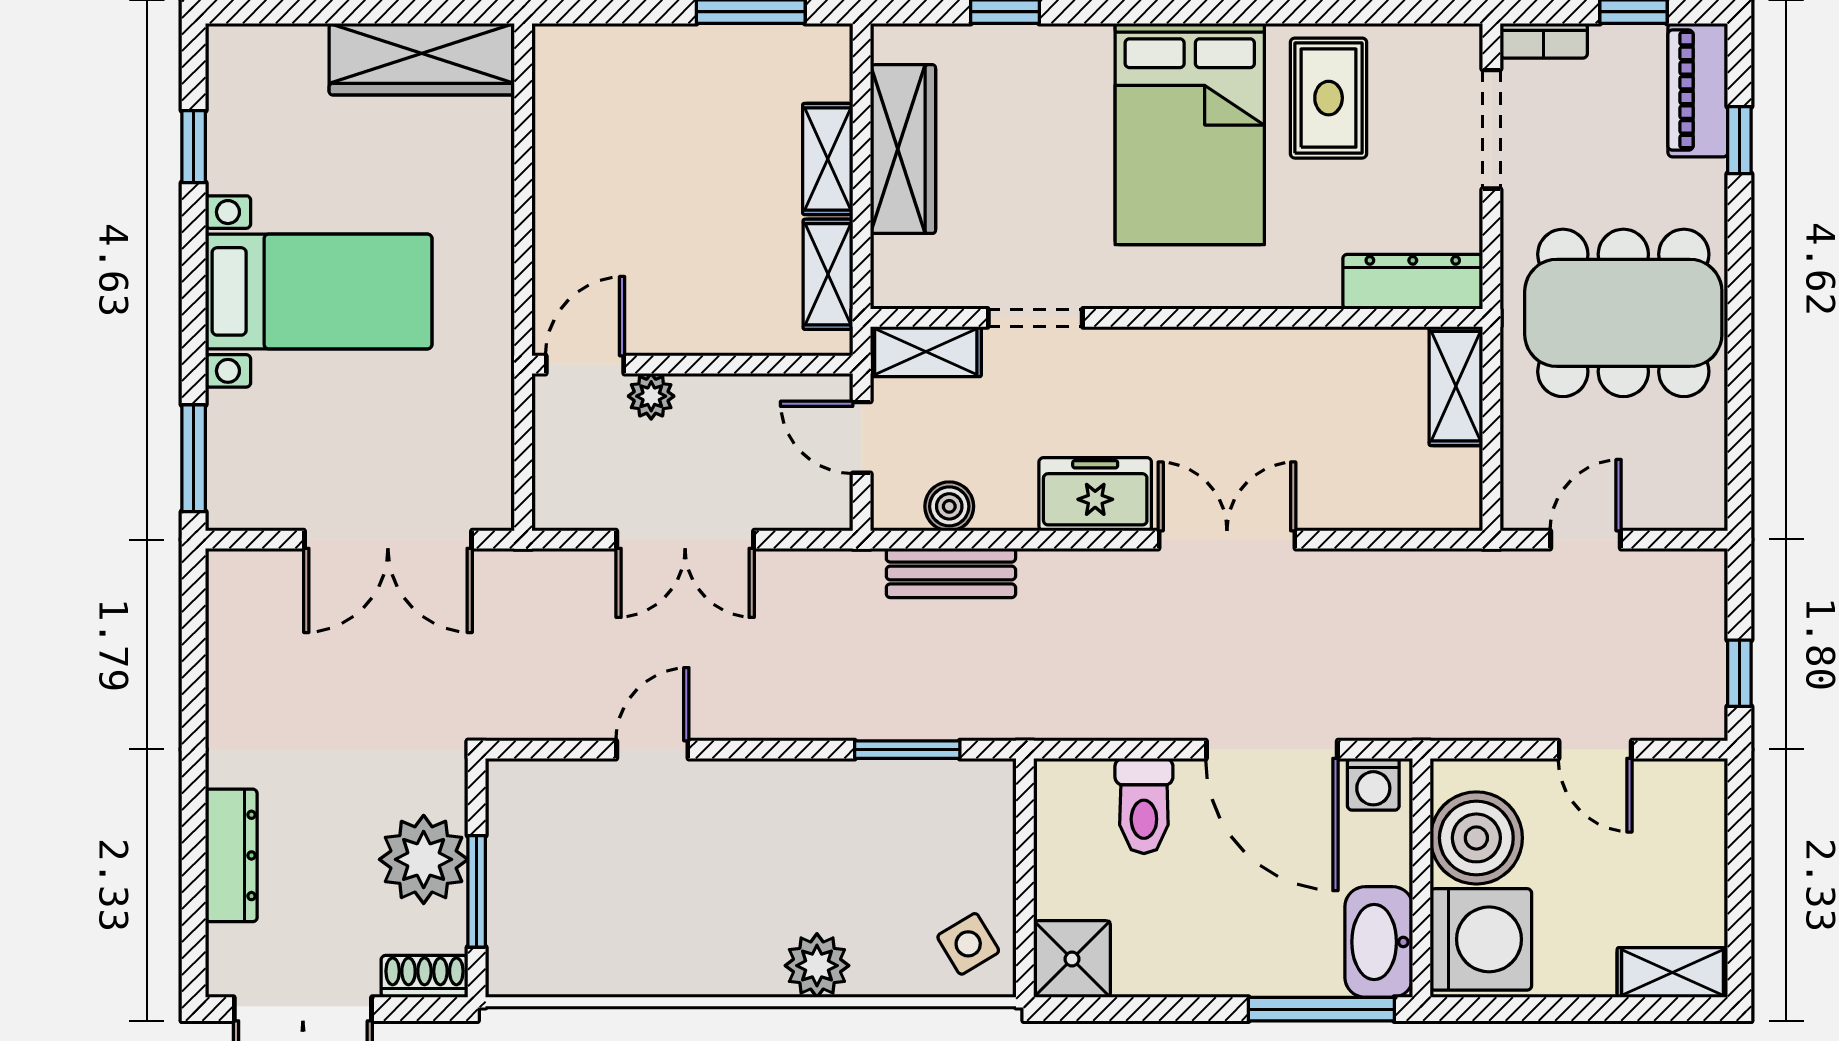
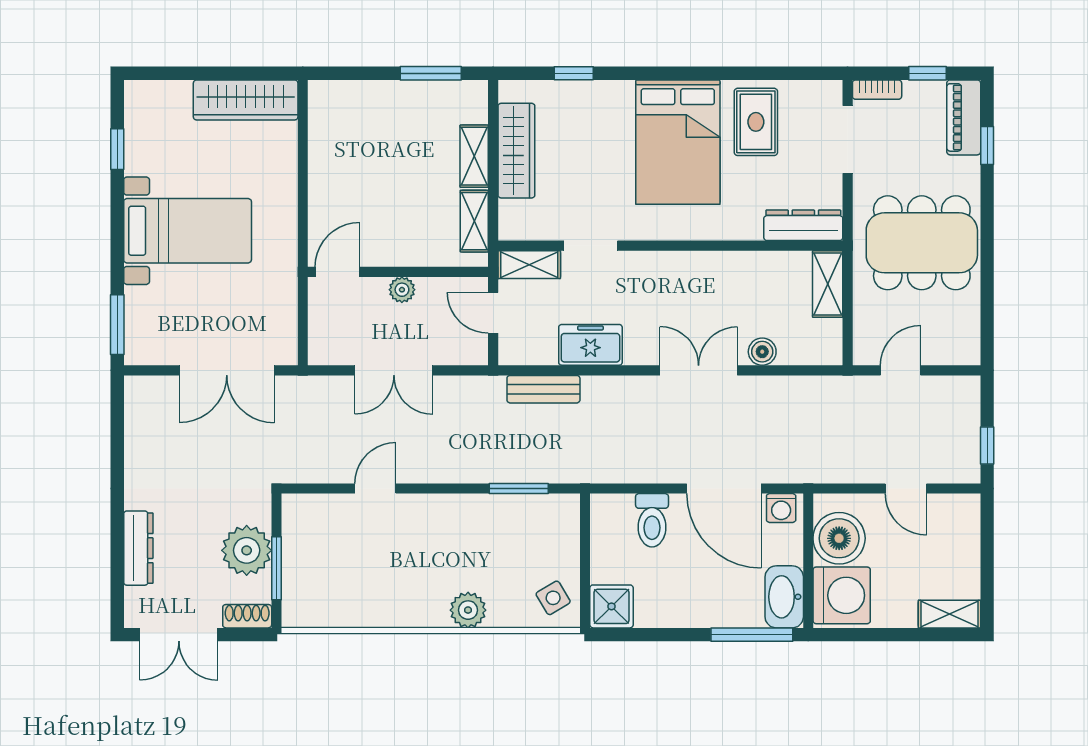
plant: (651, 396) -> (402, 290), moved
freezer: (1095, 494) -> (590, 345), moved
boiler: (949, 506) -> (762, 352), moved

